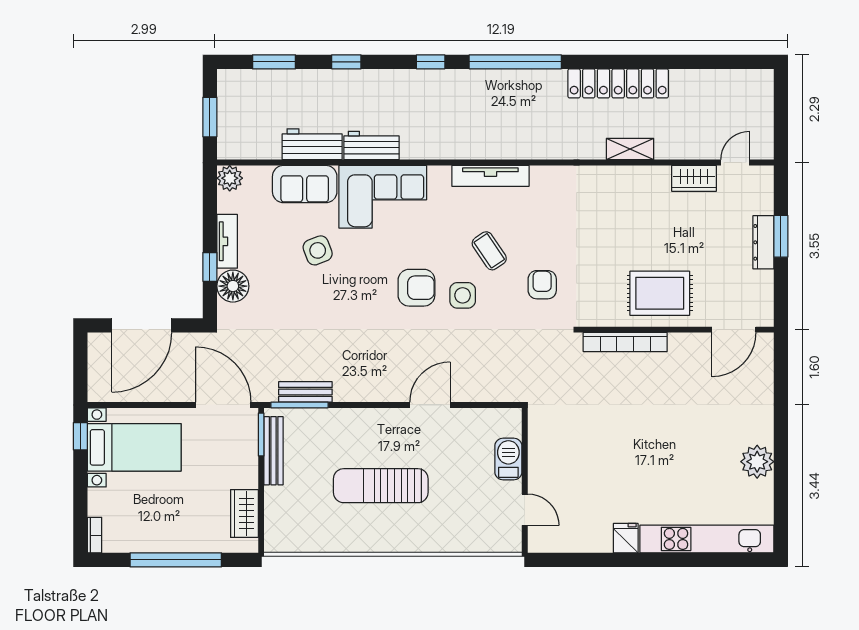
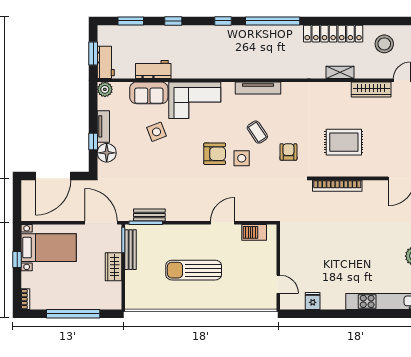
stool: (705, 101) -> (384, 44), added
workbench: (372, 146) -> (106, 62), moved, turned 90
wardrobe: (694, 178) -> (371, 89), width x1.50
rug: (660, 293) -> (344, 142), moved
window: (80, 436) -> (17, 259), moved
barbecue: (508, 459) -> (254, 232), moved, turned -90
wardrobe: (244, 513) -> (113, 267), moved
fridge: (626, 538) -> (313, 301), moved

